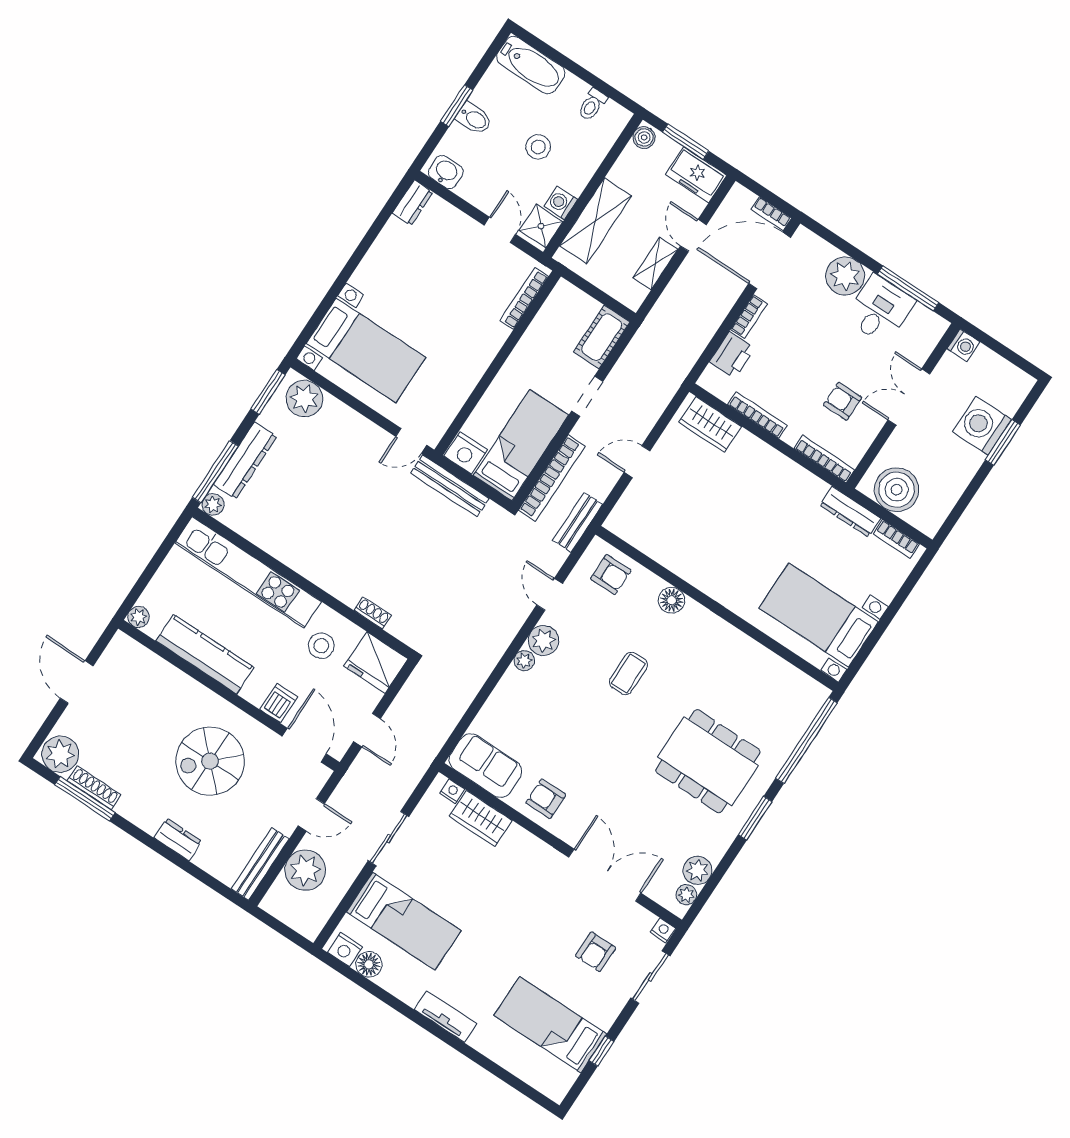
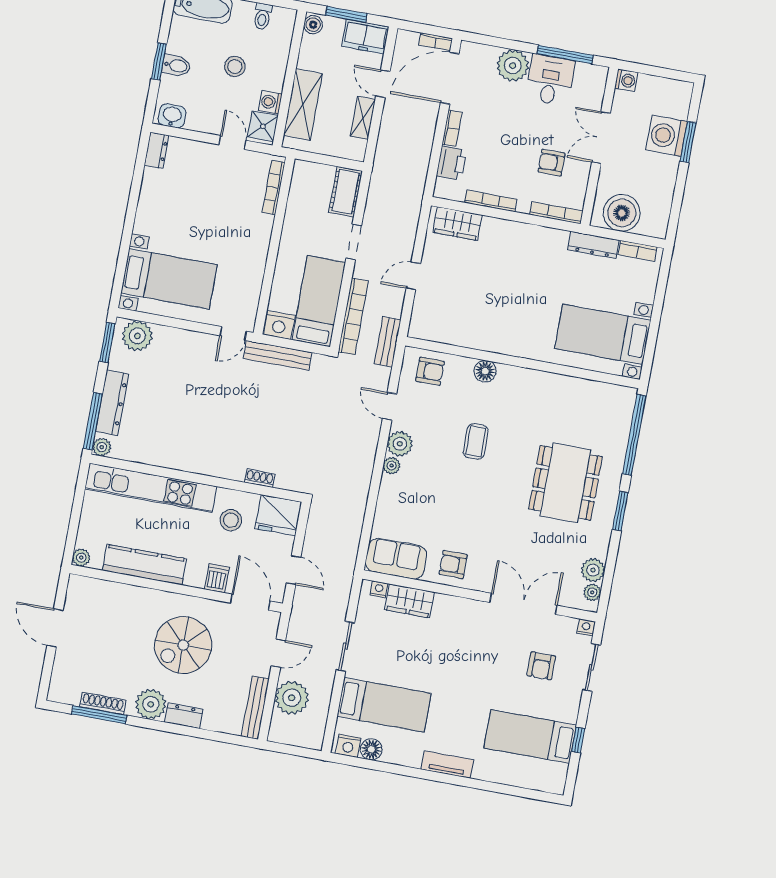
plant: (60, 754) -> (151, 704), moved
dining table: (708, 761) -> (565, 483), turned 90

